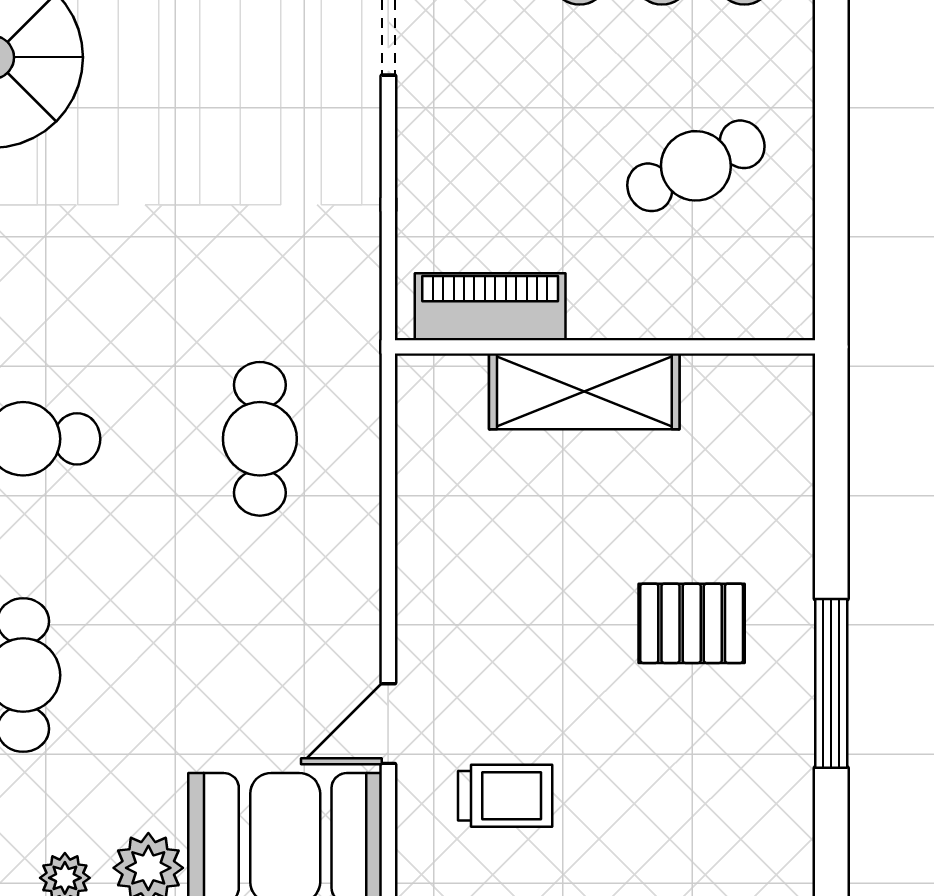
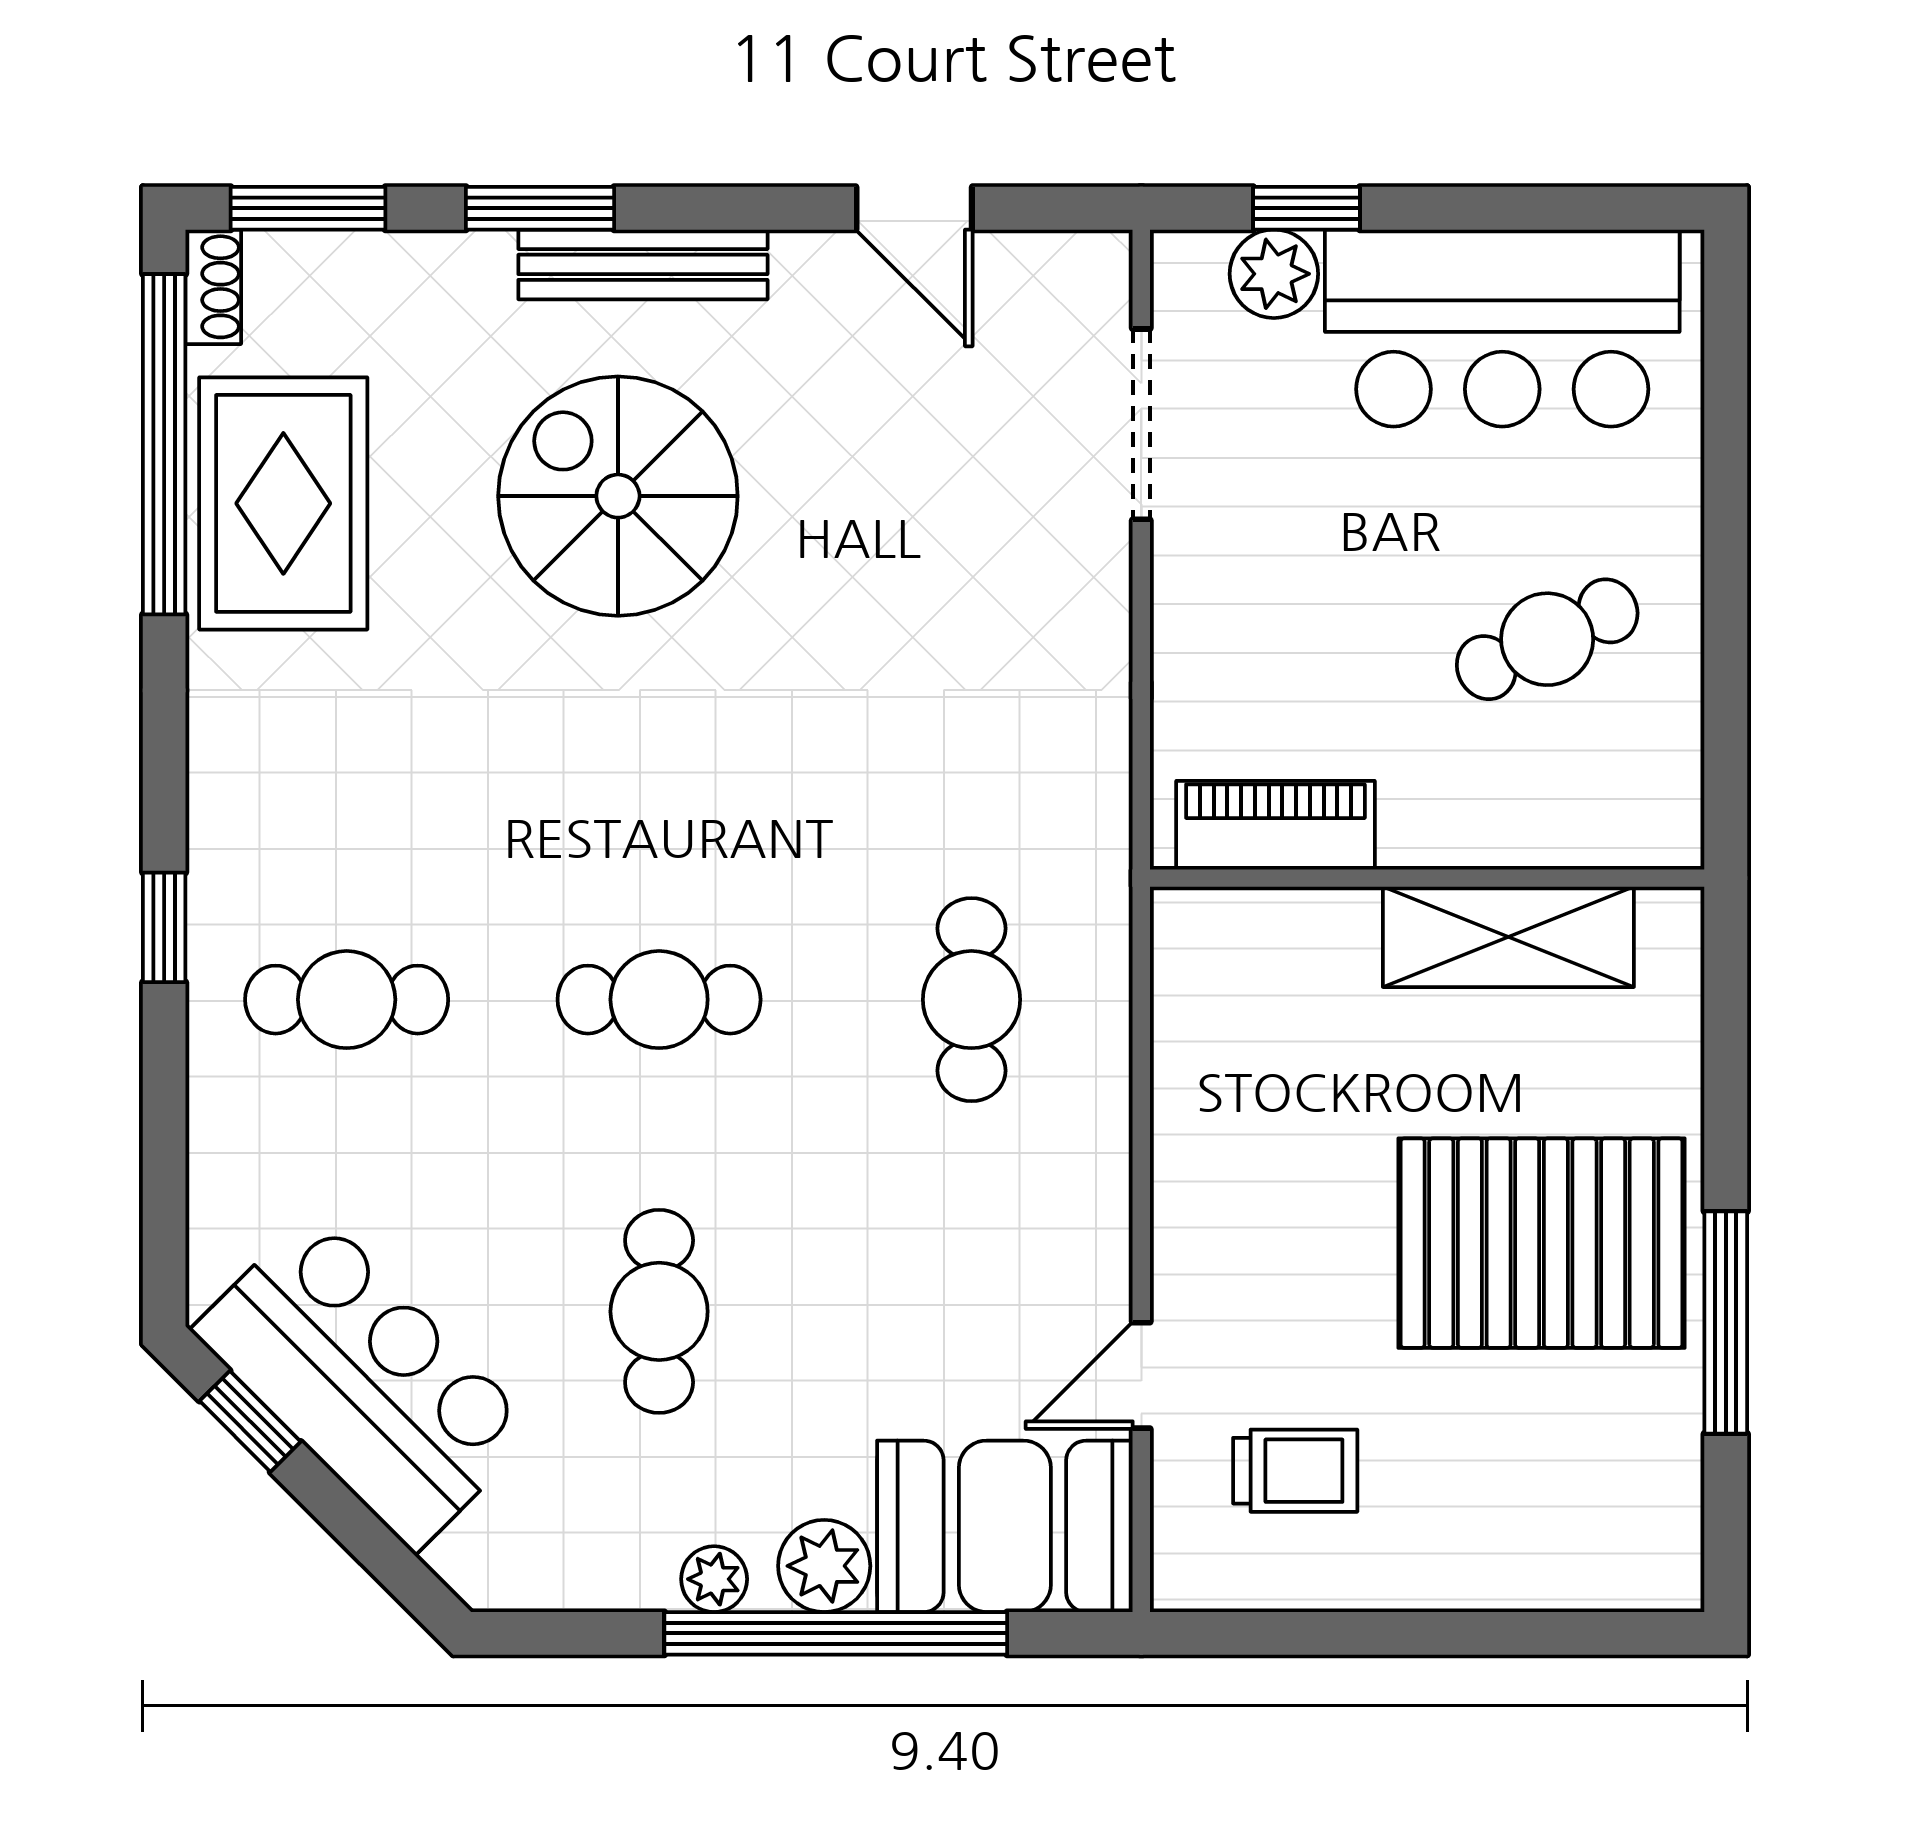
shelving: (584, 391) -> (1508, 937), moved
pallet: (692, 623) -> (1542, 1243), width x2.05, depth x2.00

